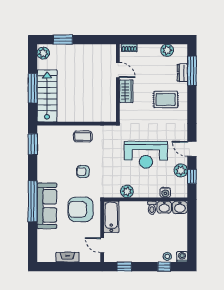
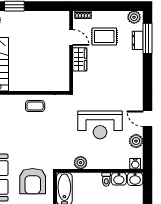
plant: (167, 50) -> (134, 17), moved
rug: (166, 99) -> (104, 37), moved
armchair: (83, 172) -> (35, 142), removed
window: (192, 176) -> (147, 147), removed
water cooler: (165, 193) -> (135, 164), moved
armchair: (81, 209) -> (33, 181), turned -90

